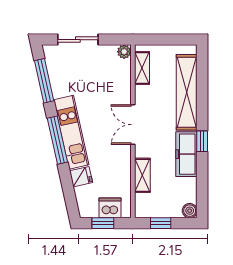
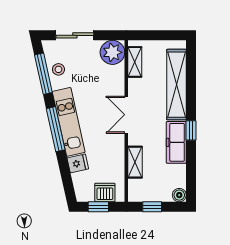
plant: (124, 52) -> (112, 52), width x1.87, depth x1.87
stool: (60, 76) -> (58, 69), added

